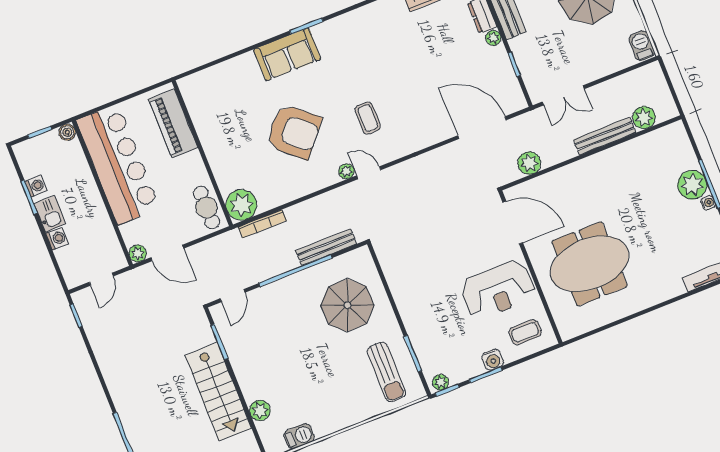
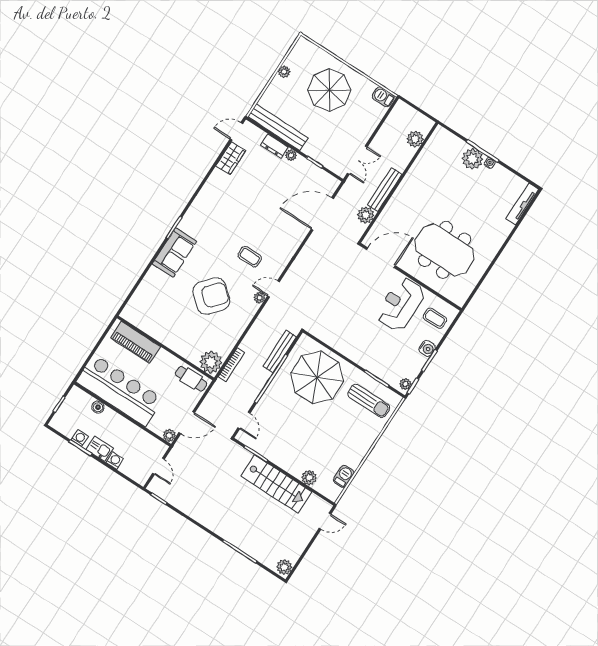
boiler: (67, 132) -> (98, 407), moved
bench: (605, 136) -> (385, 189), moved
meeting table: (590, 264) -> (445, 250), turned 90
reception desk: (498, 290) -> (401, 304), turned 180
parasol: (347, 305) -> (317, 377), width x1.36, depth x1.36
coffee table: (525, 332) -> (435, 318), turned 90

